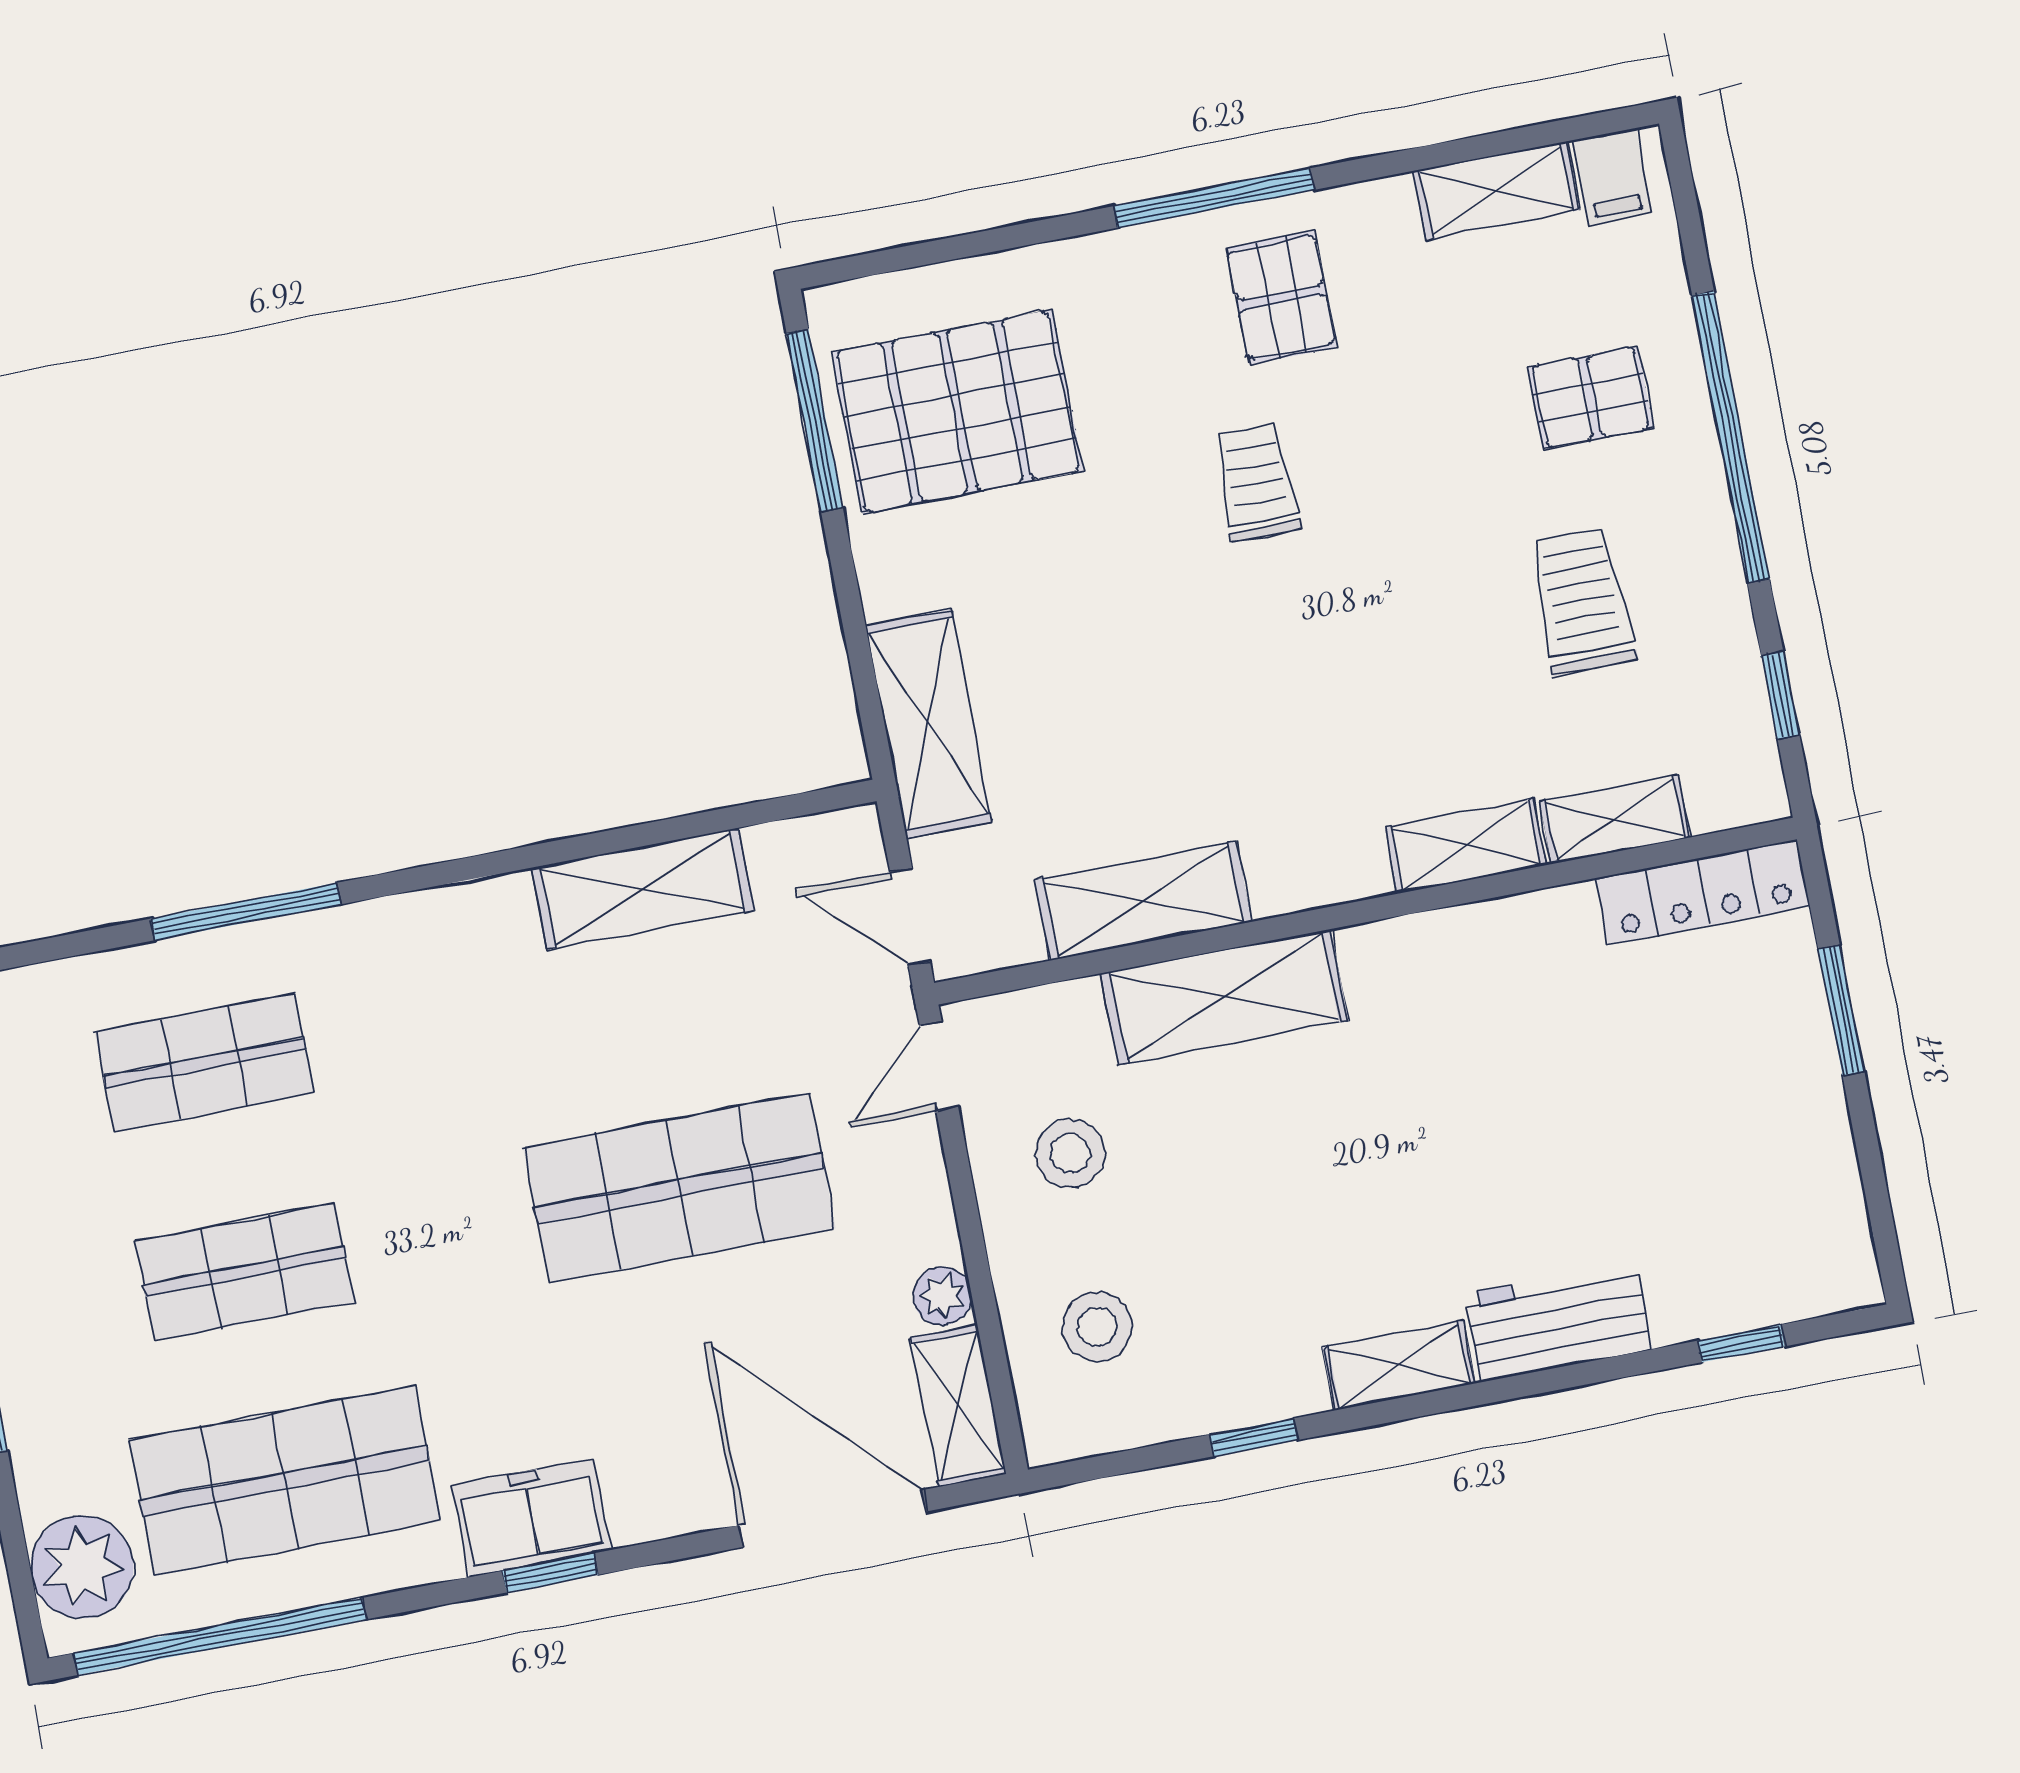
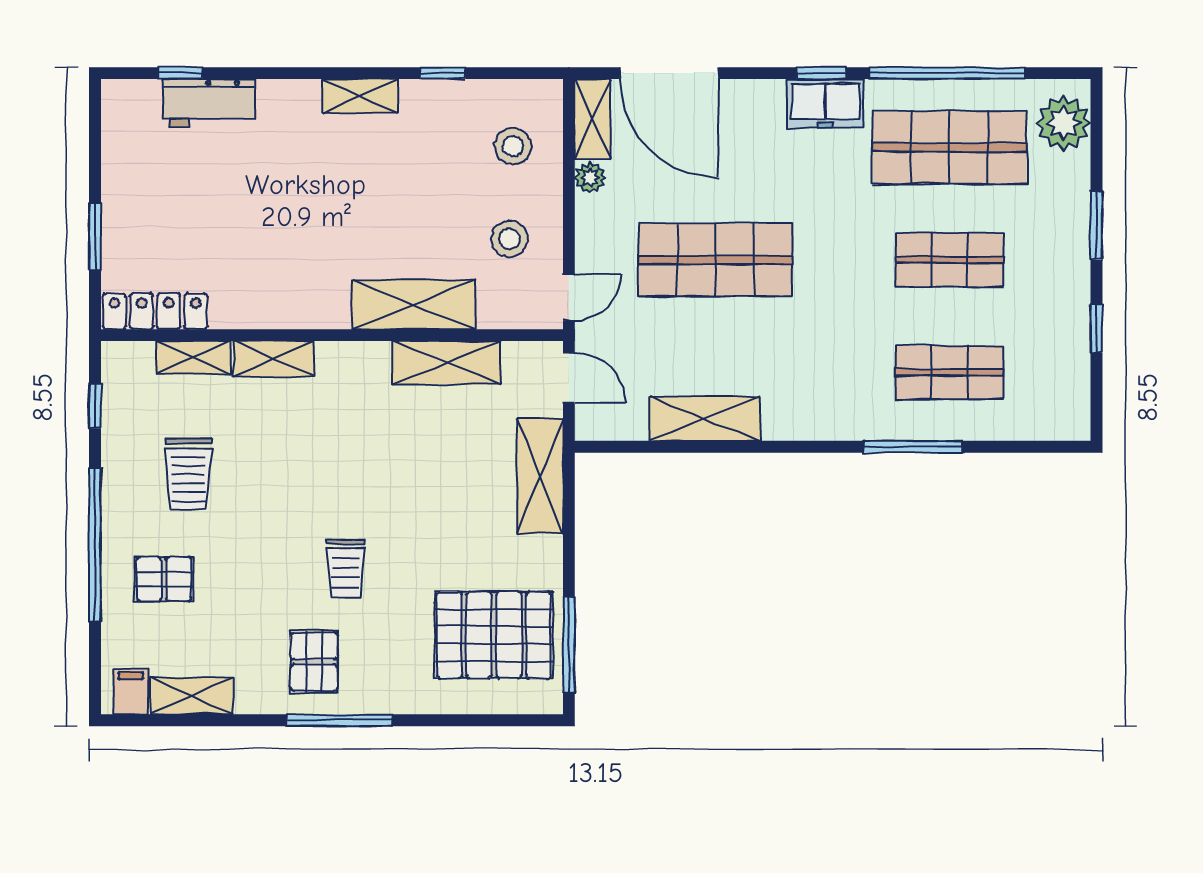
workbench: (1558, 1321) -> (209, 103), moved
window: (220, 1636) -> (947, 73), moved

